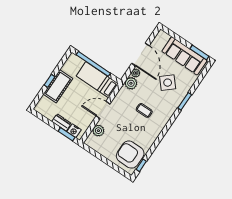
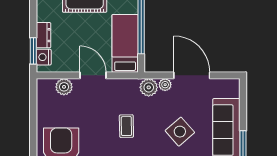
door: (141, 55) -> (192, 75), swing flipped

